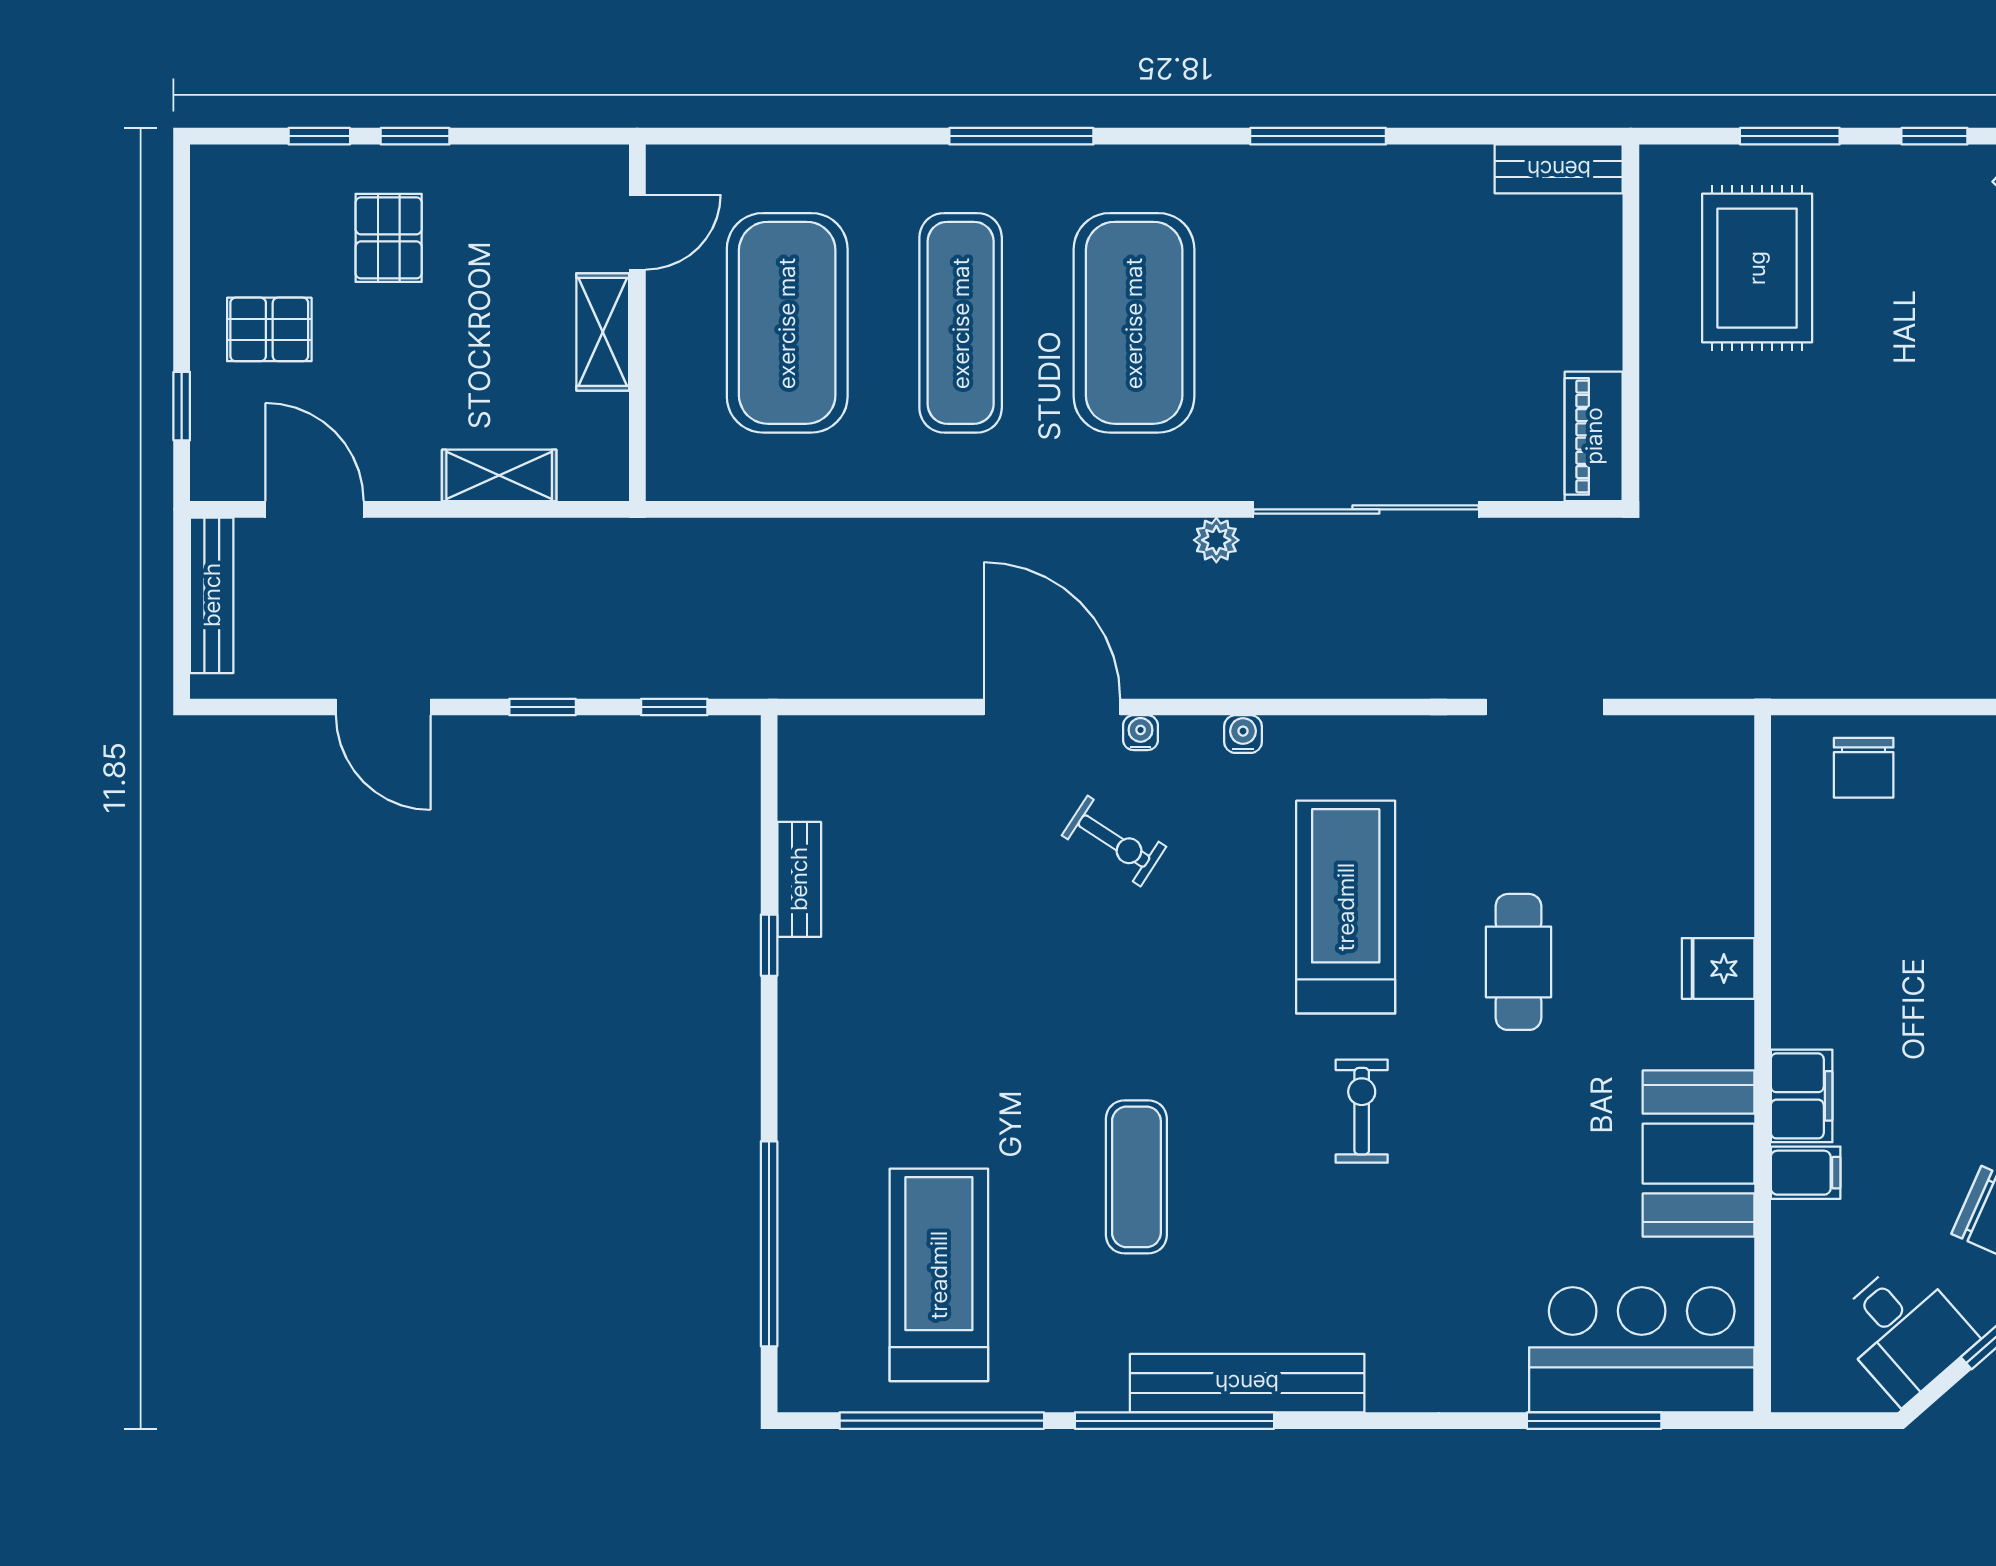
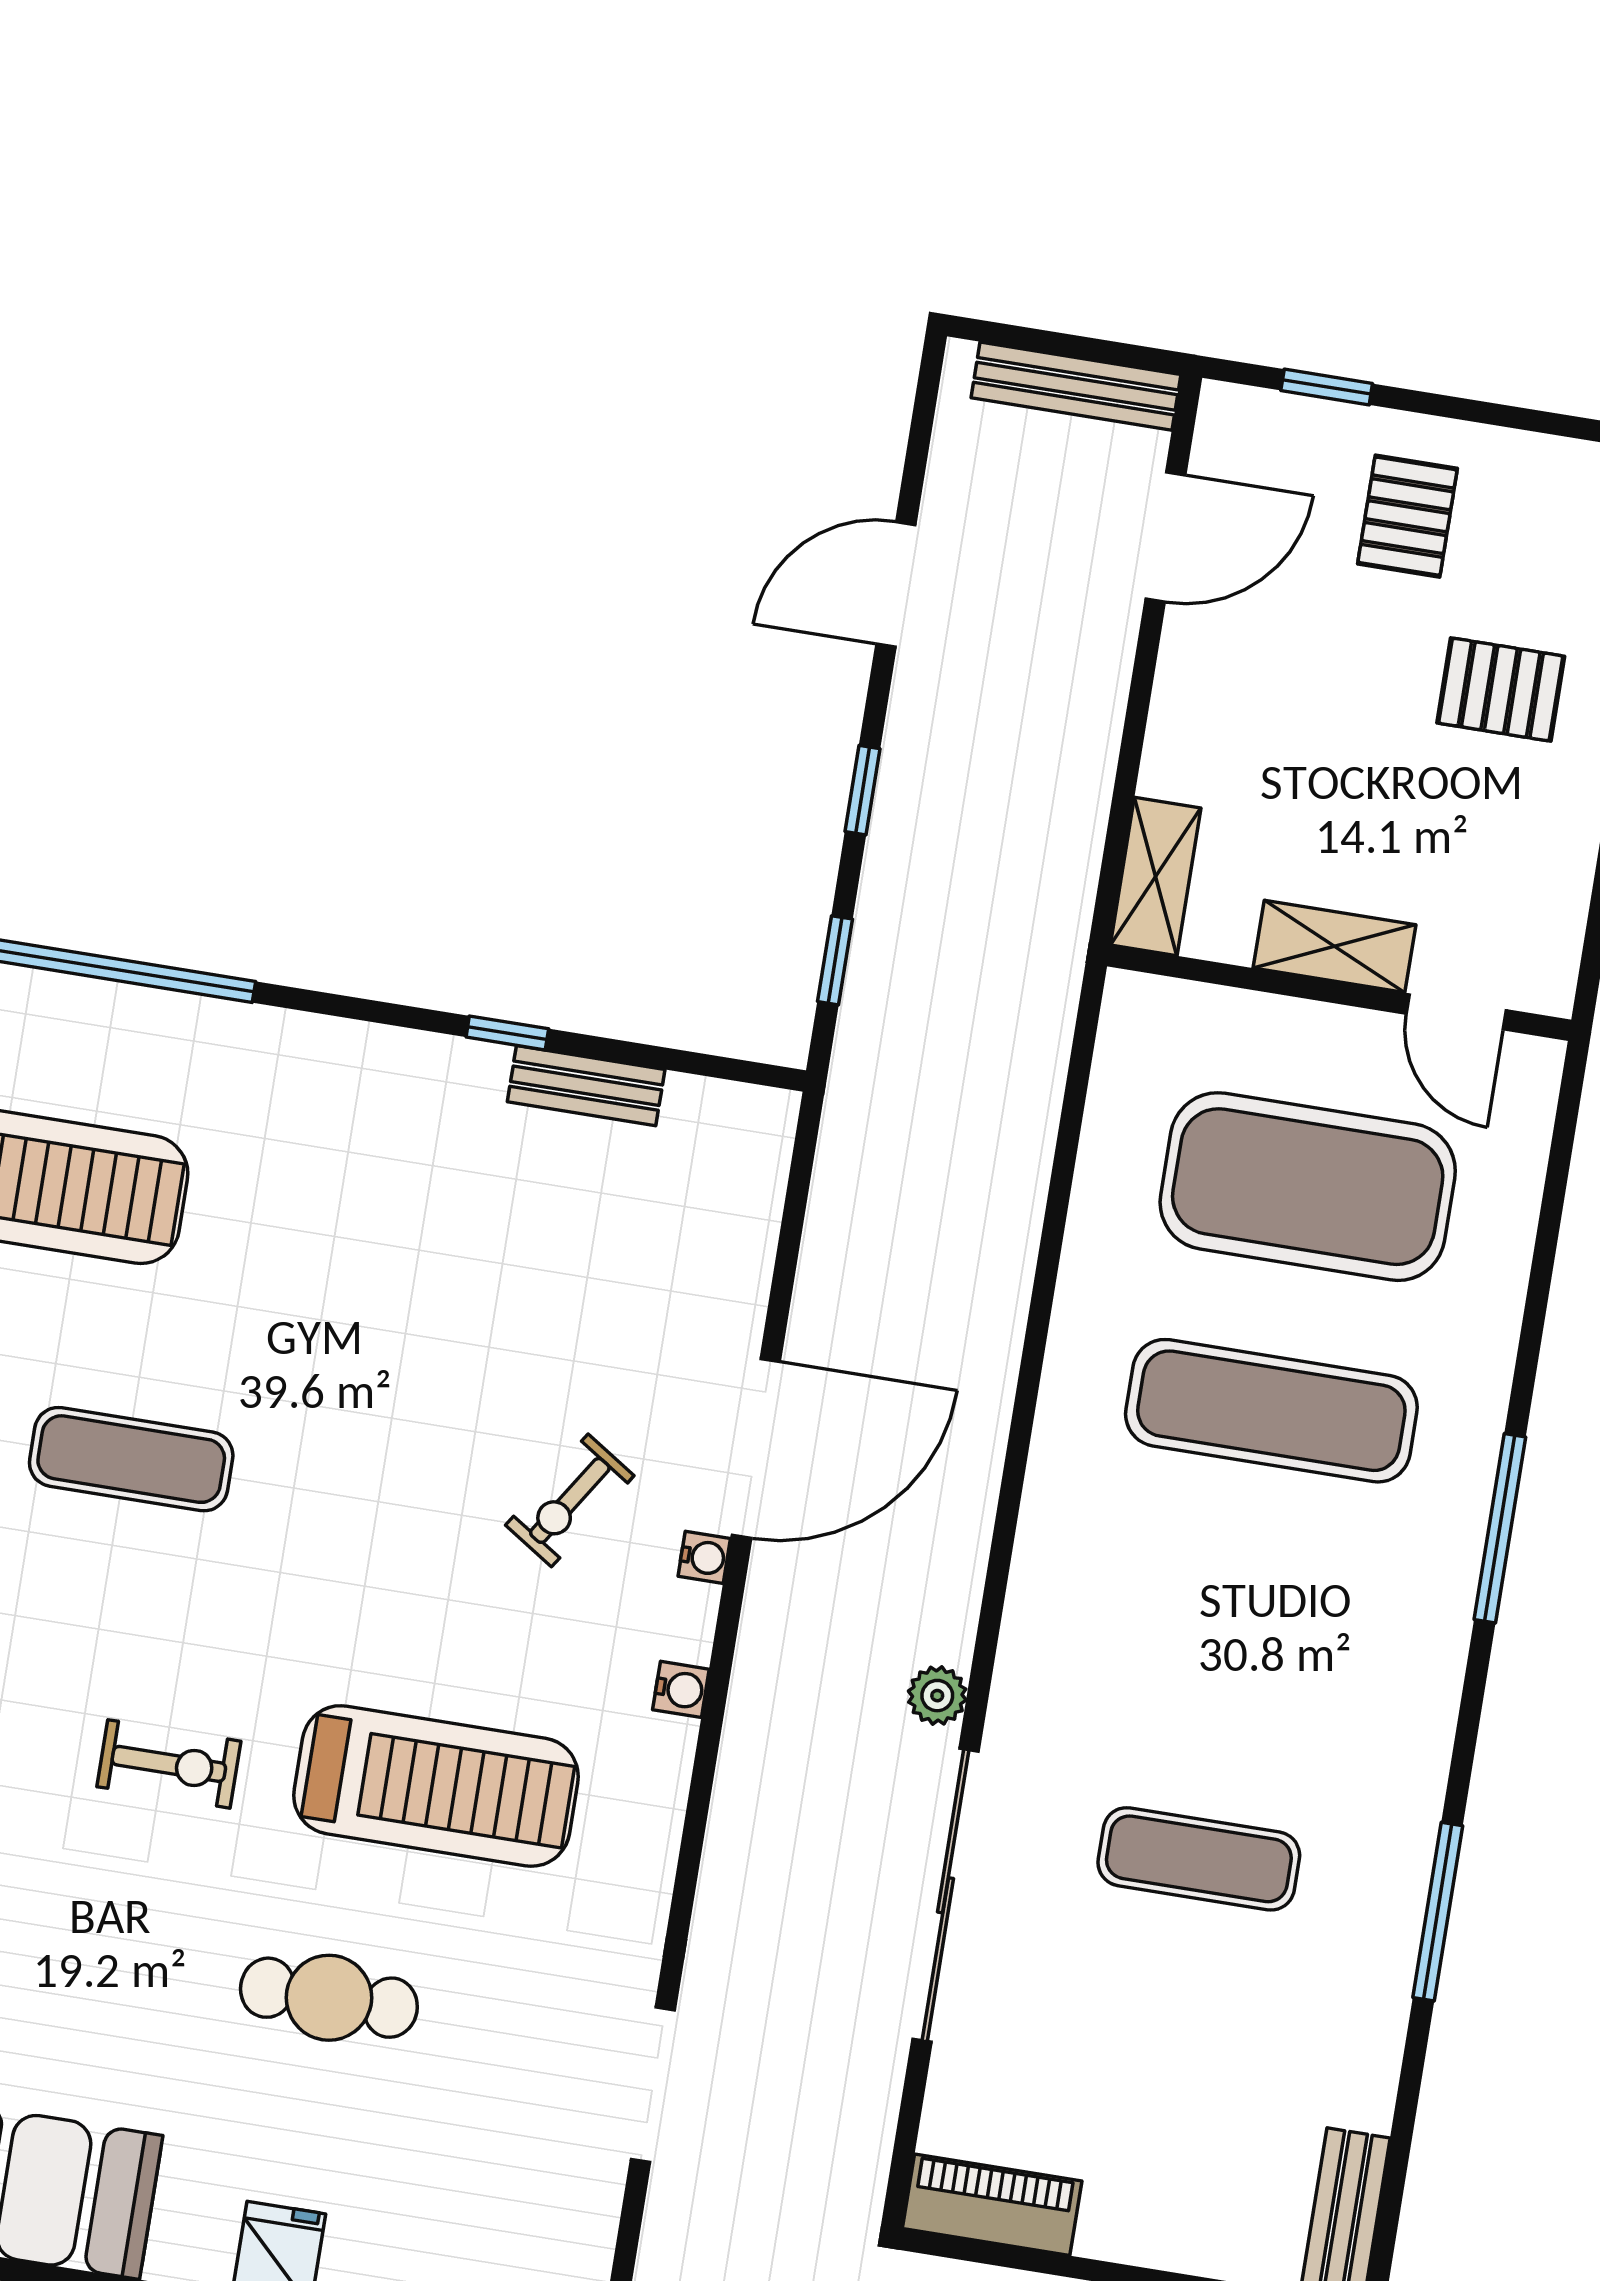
exercise mat: (1134, 323) -> (1199, 1859), moved, width x0.50, depth x0.69
shelving: (499, 475) -> (1156, 876), moved

